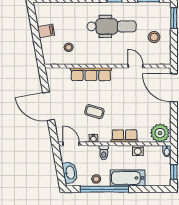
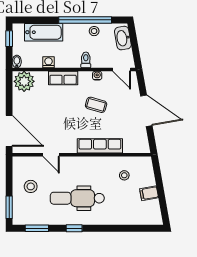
bathtub: (128, 178) -> (44, 32), moved

